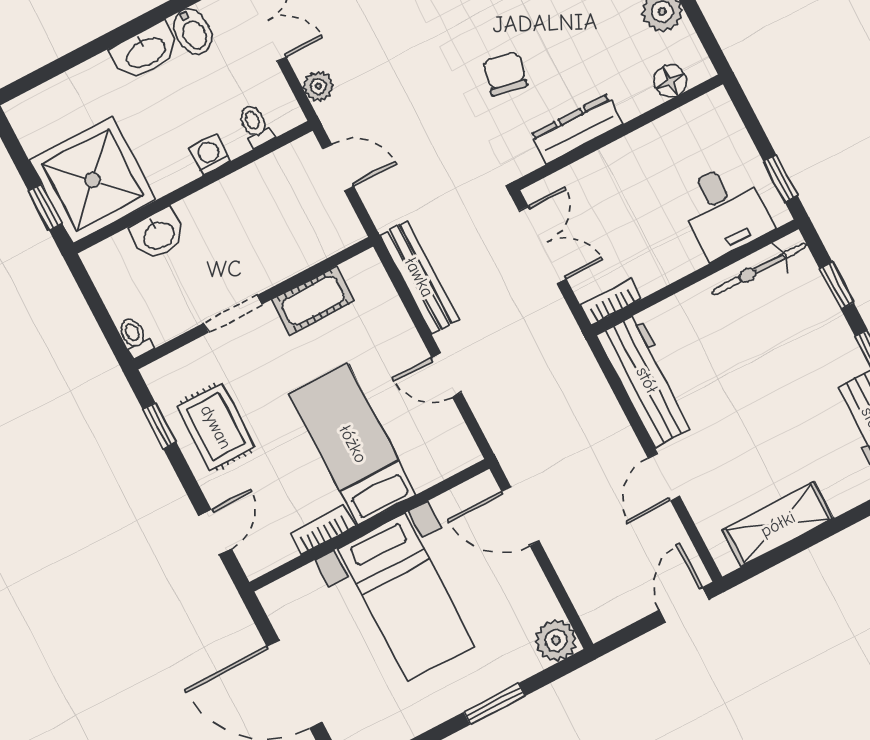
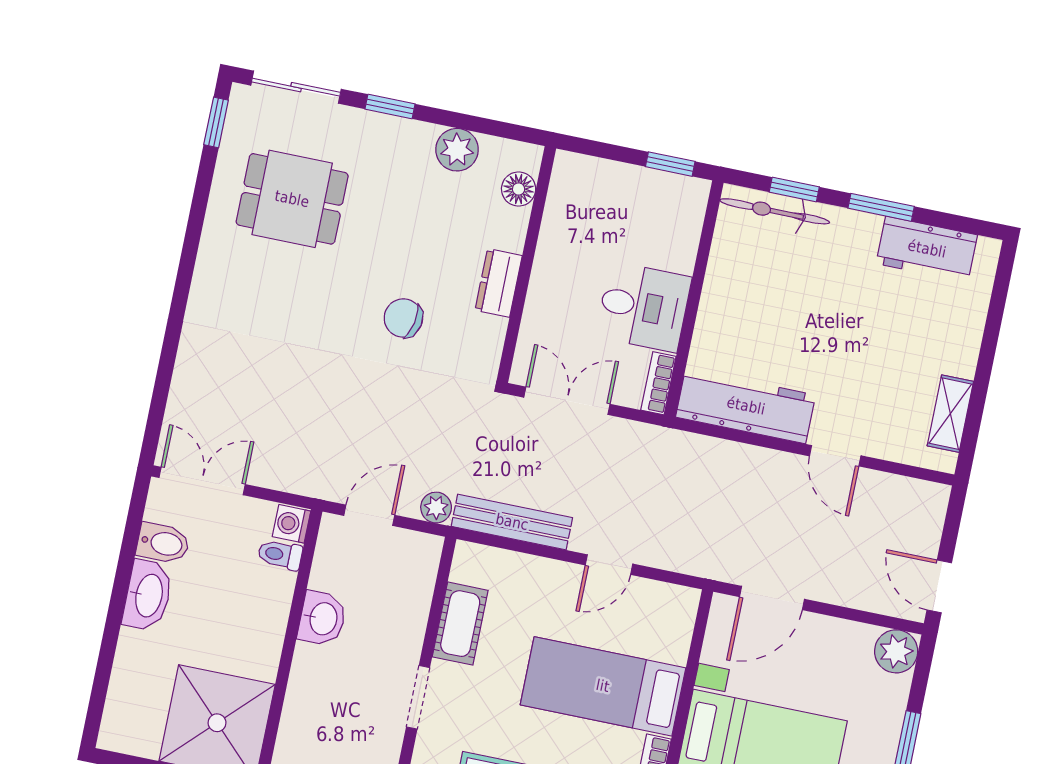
plant: (318, 86) -> (436, 508), moved
dresser: (577, 129) -> (499, 283), width x0.70
washing machine: (210, 154) -> (292, 524), moved
desk: (724, 211) -> (644, 307), moved
washbasin: (158, 234) -> (322, 619), moved
bicycle: (759, 269) -> (775, 211), moved, turned 90
shelving: (778, 524) -> (950, 414), width x0.67, depth x0.75
door: (684, 605) -> (939, 586), moved

